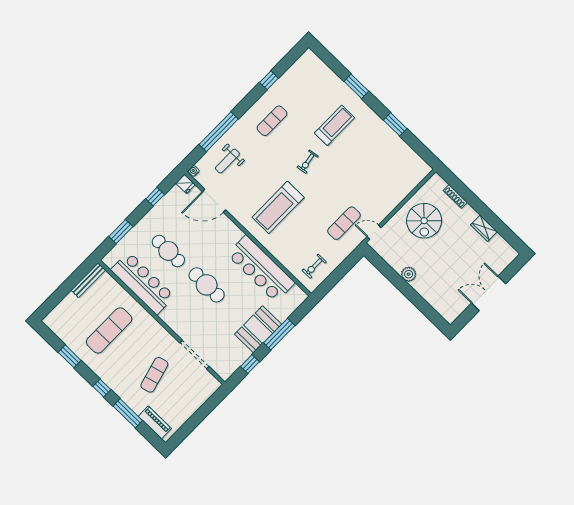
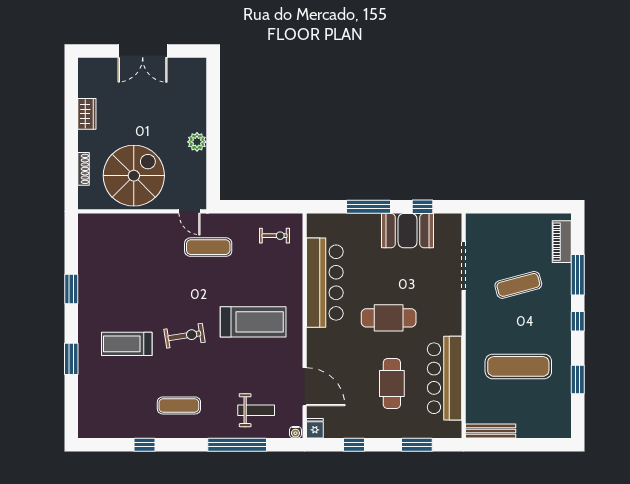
exercise bike: (308, 162) -> (184, 336), width x1.38, depth x1.39
spiral stairs: (424, 221) -> (134, 176), width x1.37, depth x1.37
cafe table: (207, 285) -> (389, 318), turned 90
booth: (258, 329) -> (408, 231), moved

